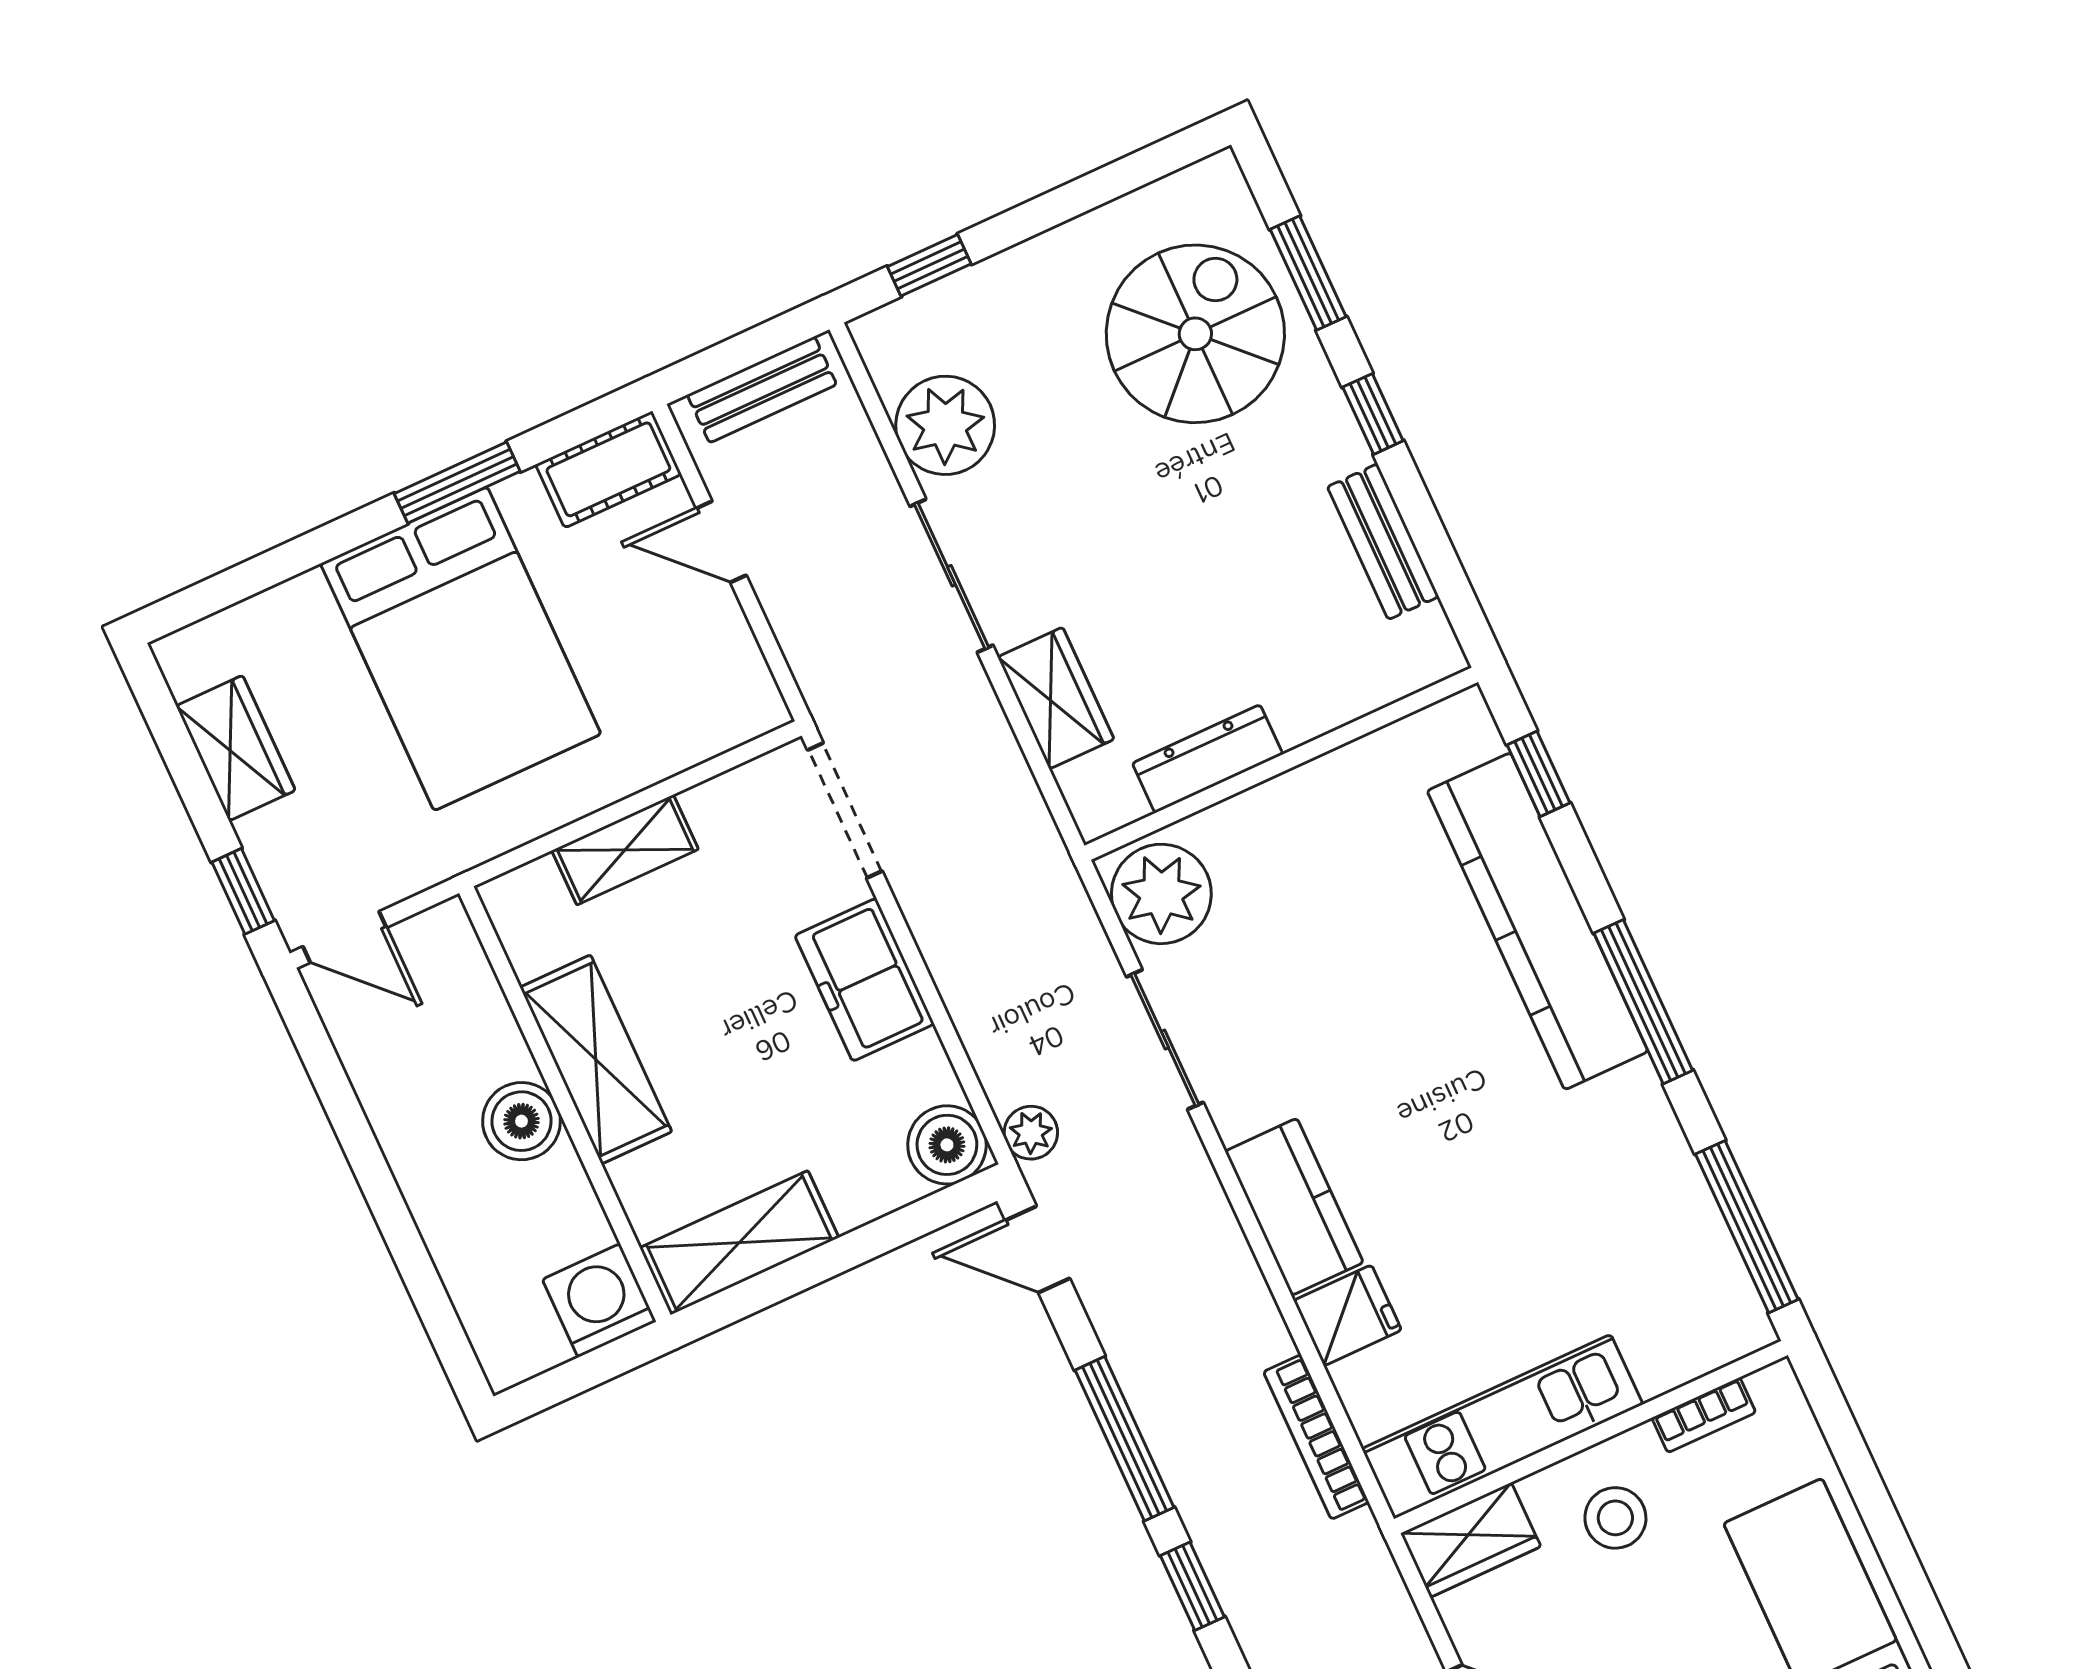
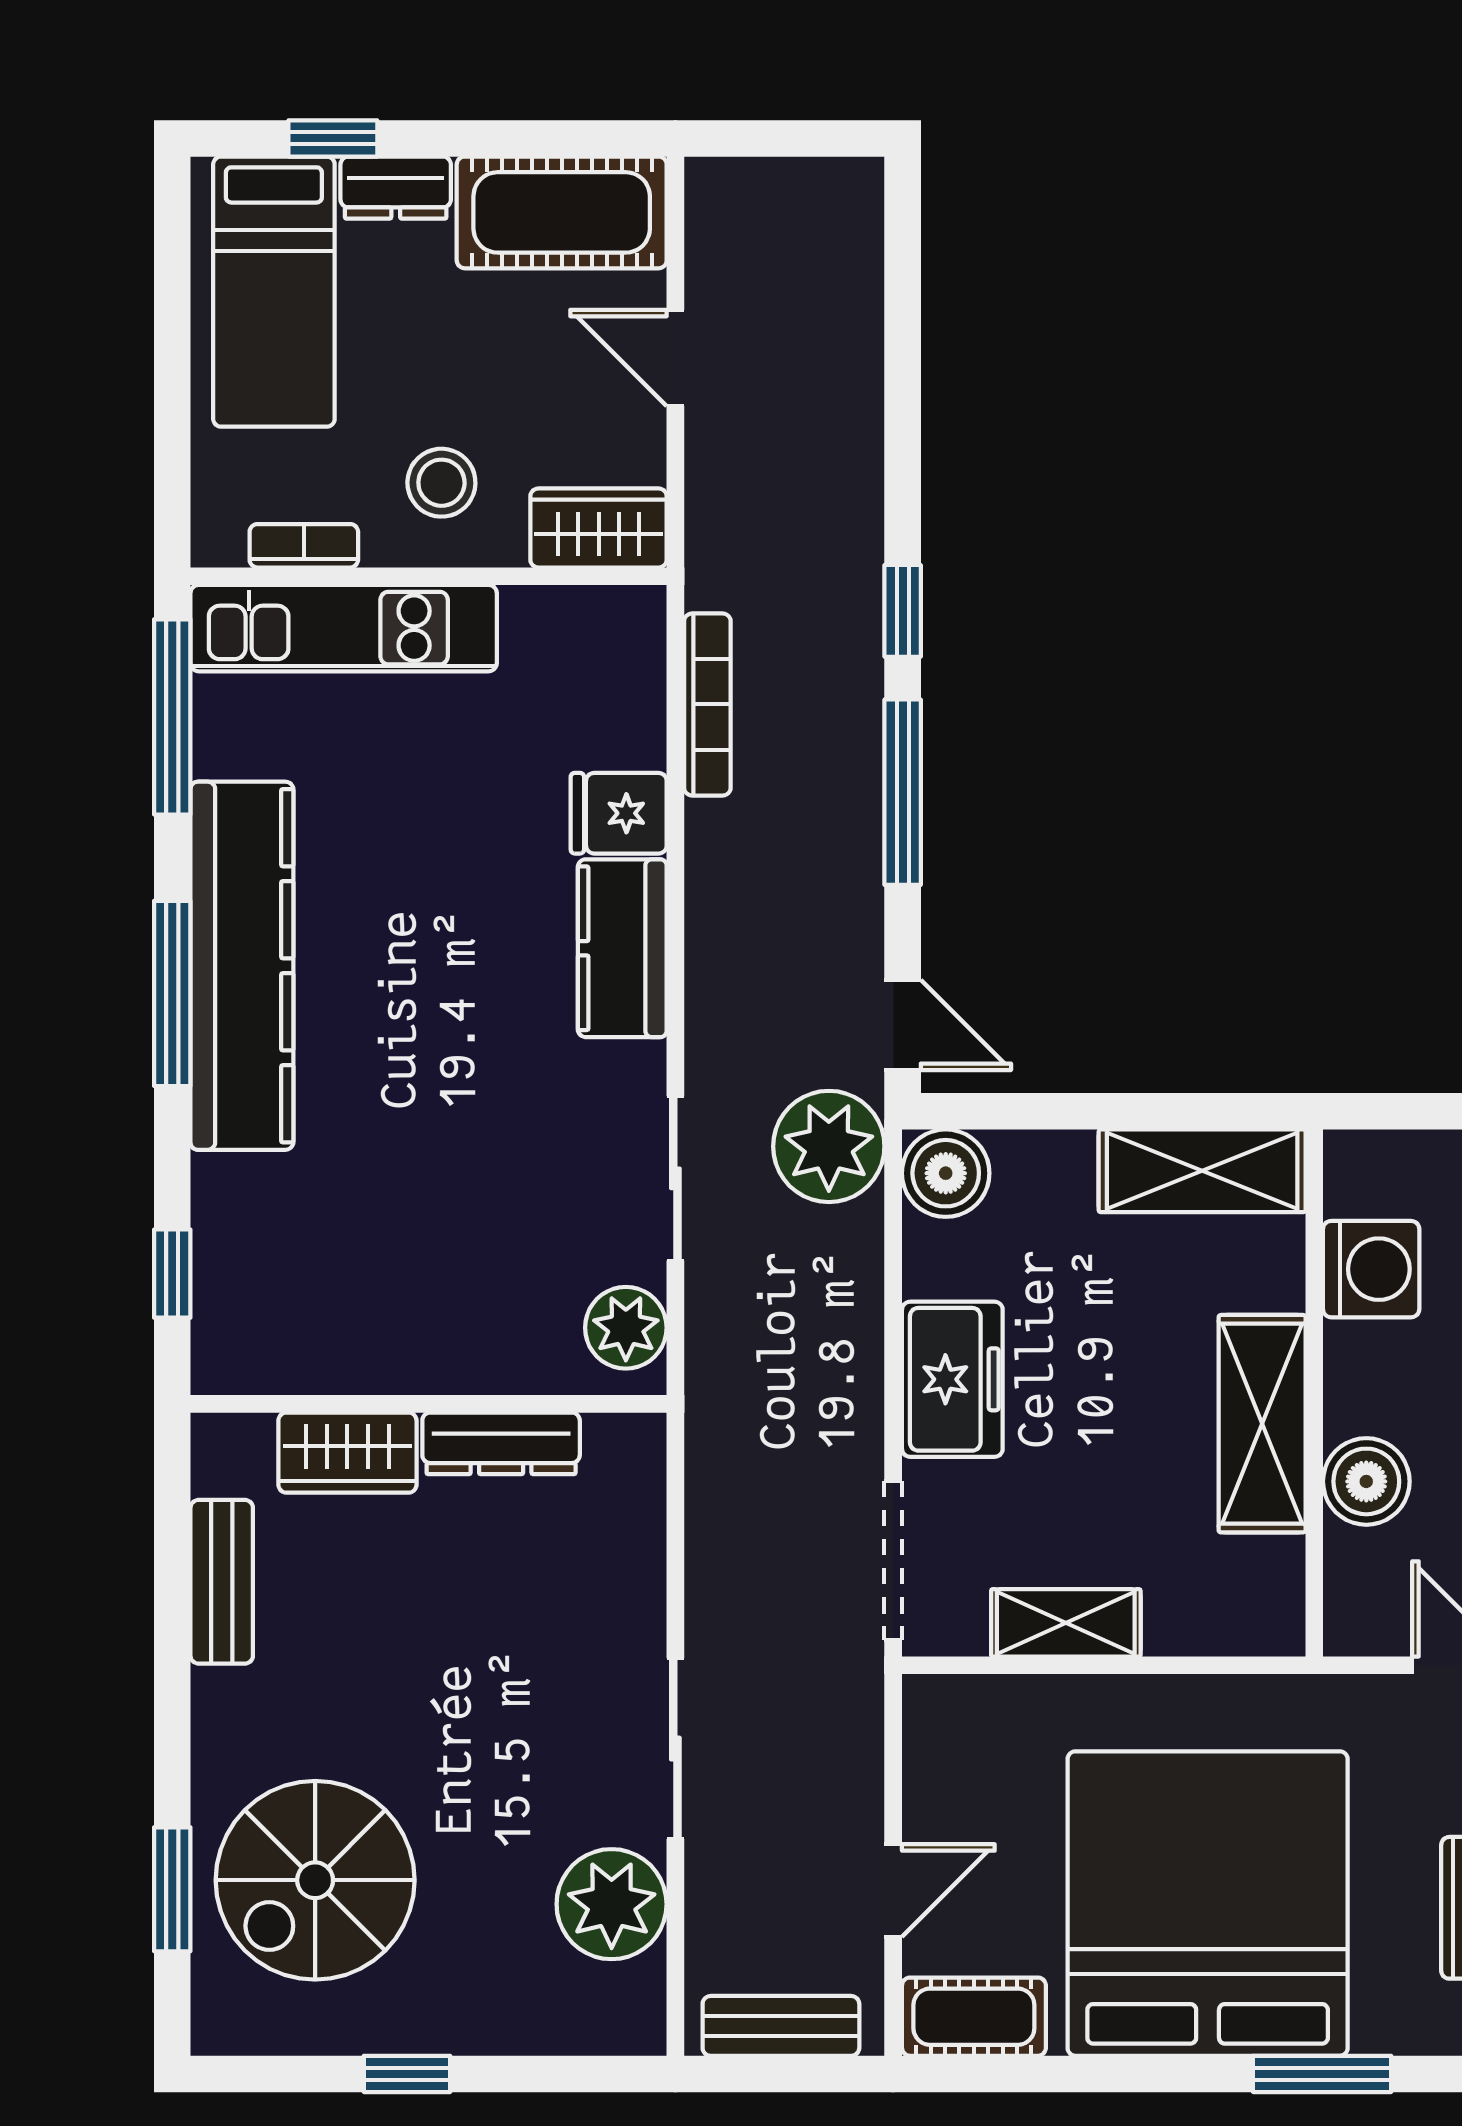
window: (929, 265) -> (407, 2074), moved
window: (1373, 414) -> (172, 1716), removed
window: (457, 482) -> (1322, 2074), moved
door: (721, 542) -> (893, 1891), hinge flipped
bed: (461, 649) -> (1208, 1904), width x1.36
wardrobe: (1056, 698) -> (347, 1453), moved, turned -90
shelving: (625, 850) -> (1066, 1623), moved
plant: (1161, 894) -> (626, 1328), width x0.73, depth x0.73
kitchen counter: (1538, 921) -> (242, 966), moved
boiler: (521, 1121) -> (1366, 1481), moved
plant: (1031, 1133) -> (829, 1146), width x1.87, depth x1.87
washing machine: (599, 1300) -> (1371, 1269), moved, turned -90
kitchen unit: (1502, 1427) -> (344, 628), moved

